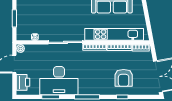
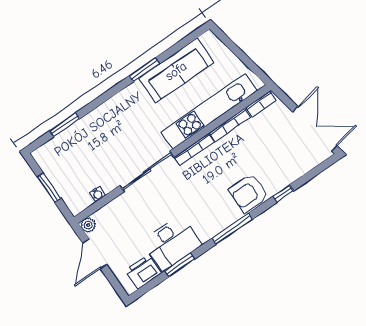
armchair: (124, 78) -> (249, 193), moved, turned 90
desk: (59, 81) -> (172, 243), width x0.73, depth x0.77
printer: (23, 82) -> (143, 272), moved, turned -90

